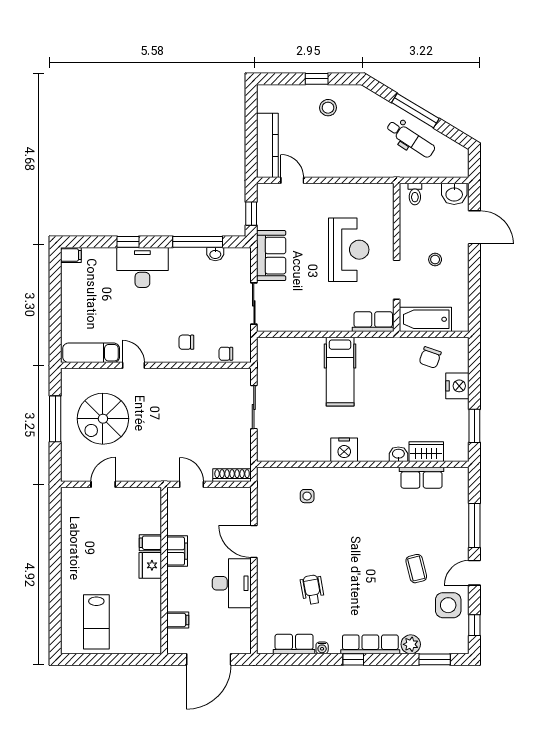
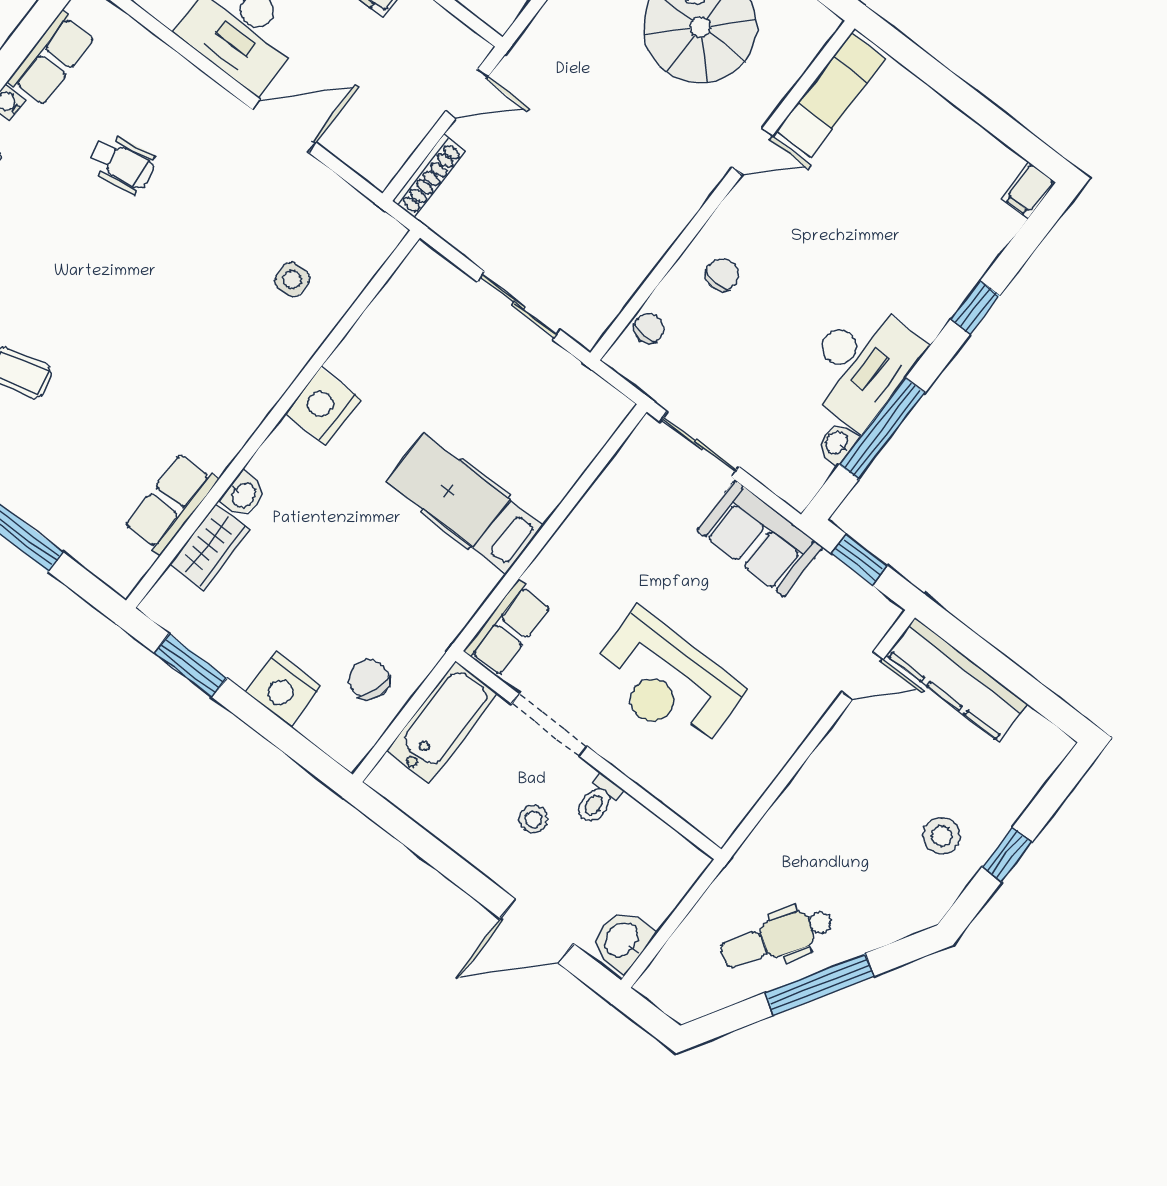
toilet: (415, 194) -> (598, 800), moved, turned -90
desk: (142, 267) -> (861, 364), moved

